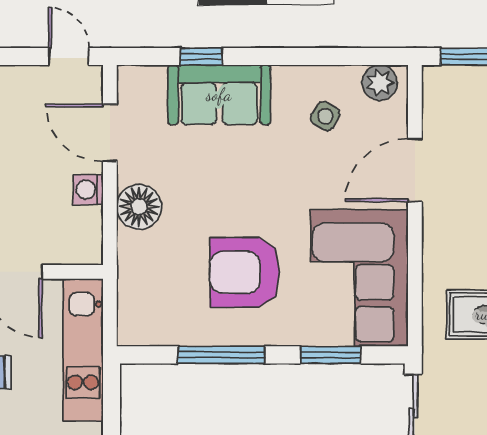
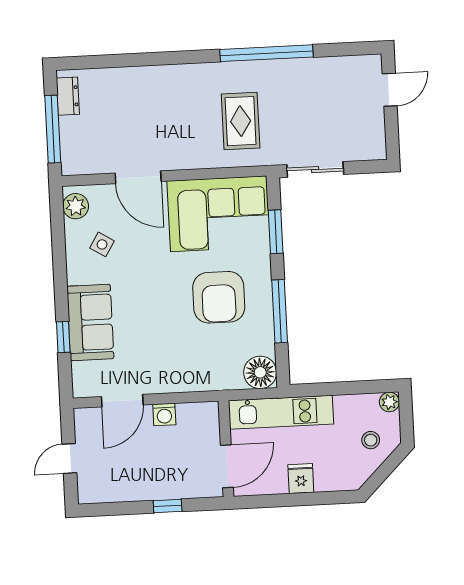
door: (69, 57) -> (69, 459), moved
floor lamp: (139, 207) -> (260, 372), moved

